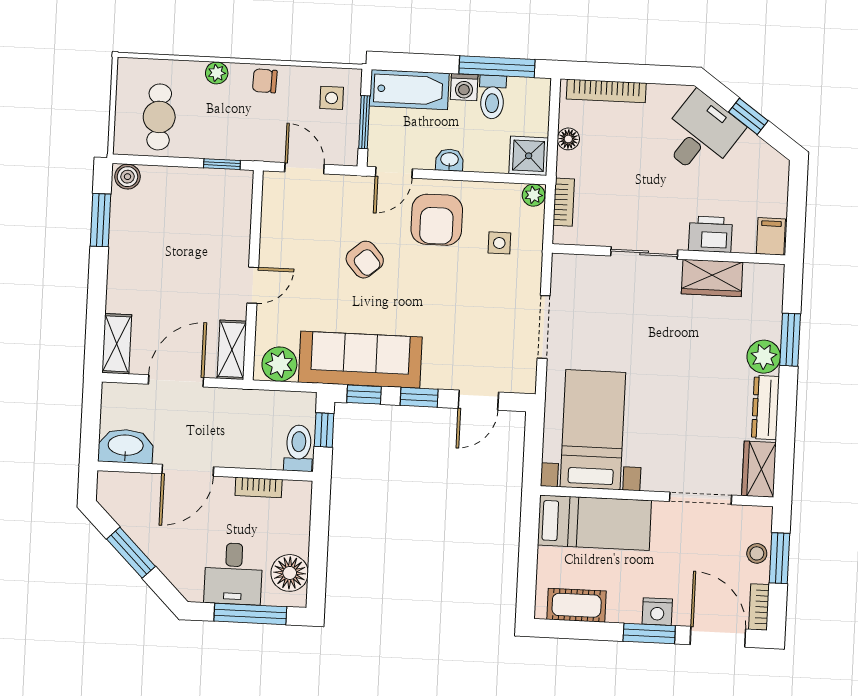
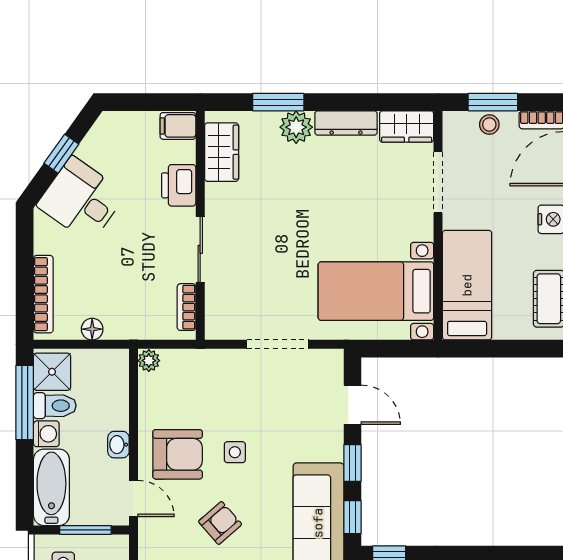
shower: (529, 156) -> (52, 372), moved
bookcase: (564, 202) -> (186, 307), moved, turned -90
side table: (499, 243) -> (235, 452), moved
wardrobe: (712, 278) -> (222, 152), moved

